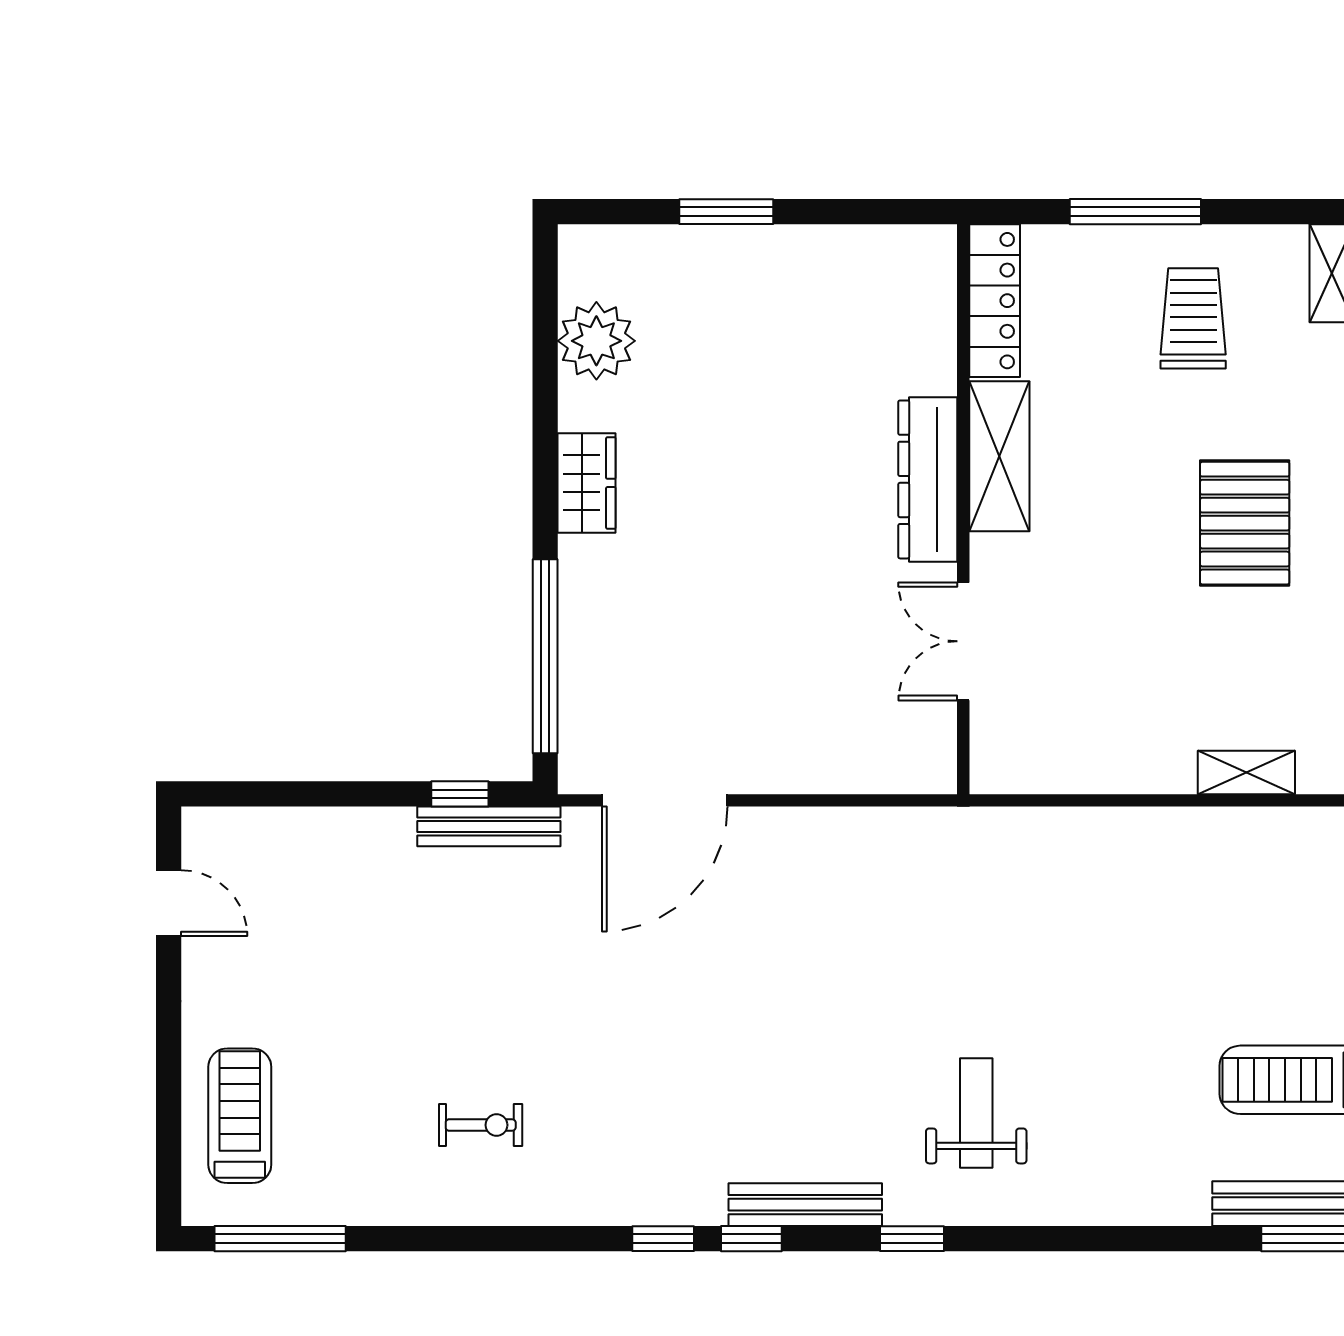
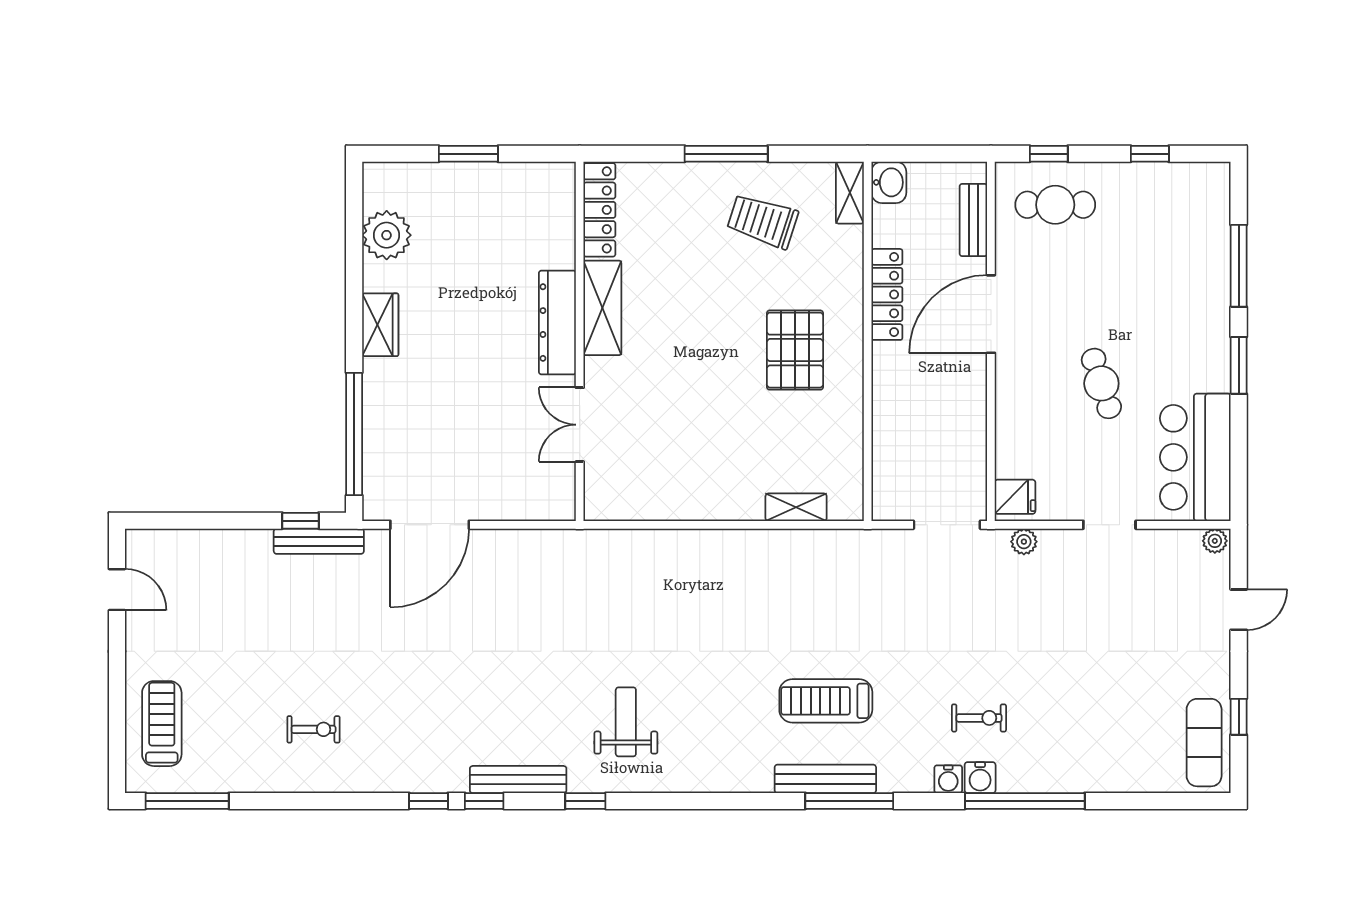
locker: (995, 301) -> (599, 210), moved
trolley: (1193, 318) -> (762, 221), turned -72
shelving: (999, 456) -> (602, 308), moved
dresser: (928, 479) -> (557, 323), moved
wall: (963, 509) -> (580, 341), moved
double door: (963, 641) -> (580, 425), moved

